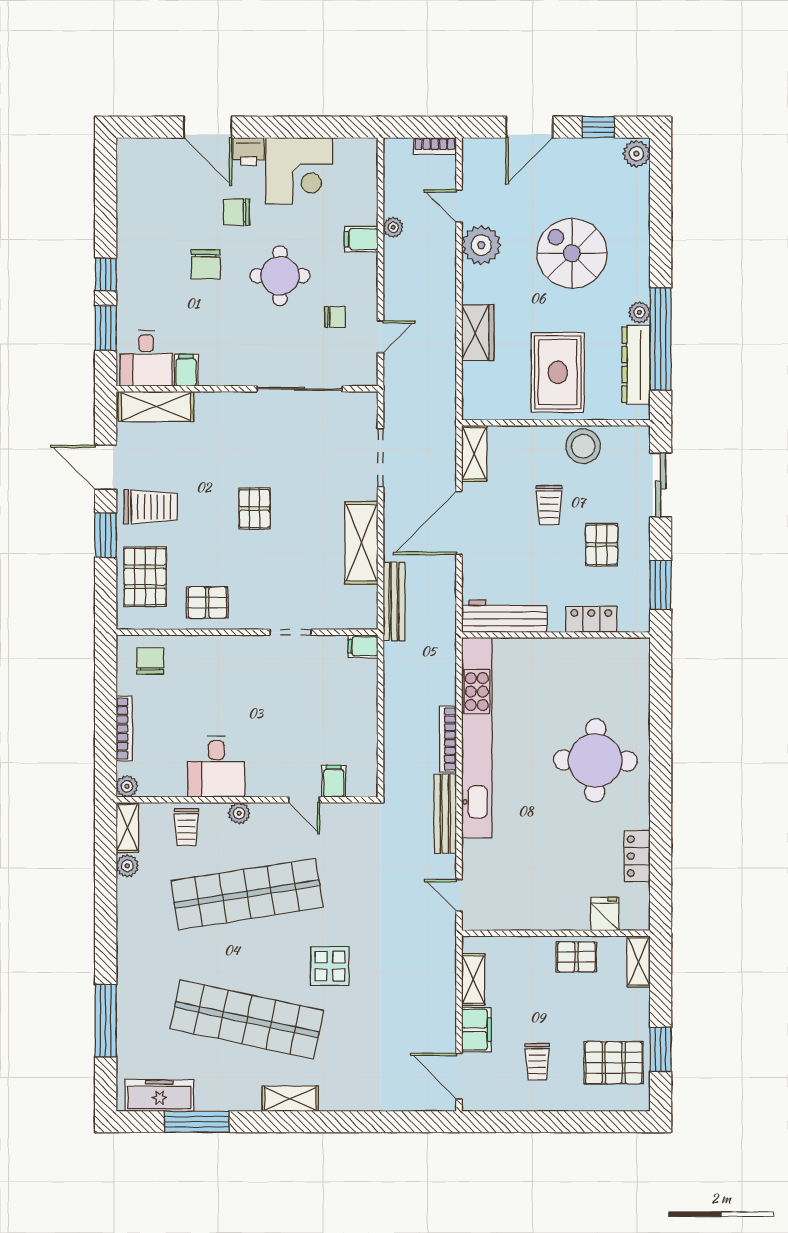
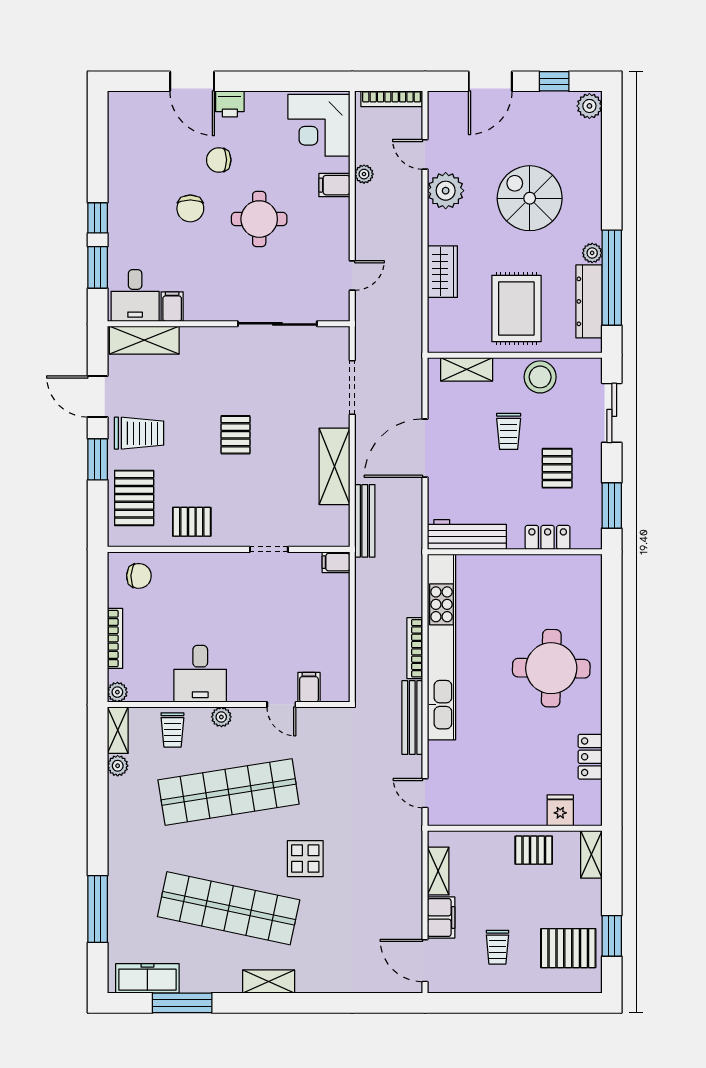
bookcase: (435, 146) -> (392, 99), width x1.56
corner desk: (299, 171) -> (319, 125), moved, turned 90
chair: (335, 317) -> (310, 257), removed
shelving: (474, 453) -> (467, 369), moved, turned 90
chair: (150, 661) -> (139, 576), turned 93

